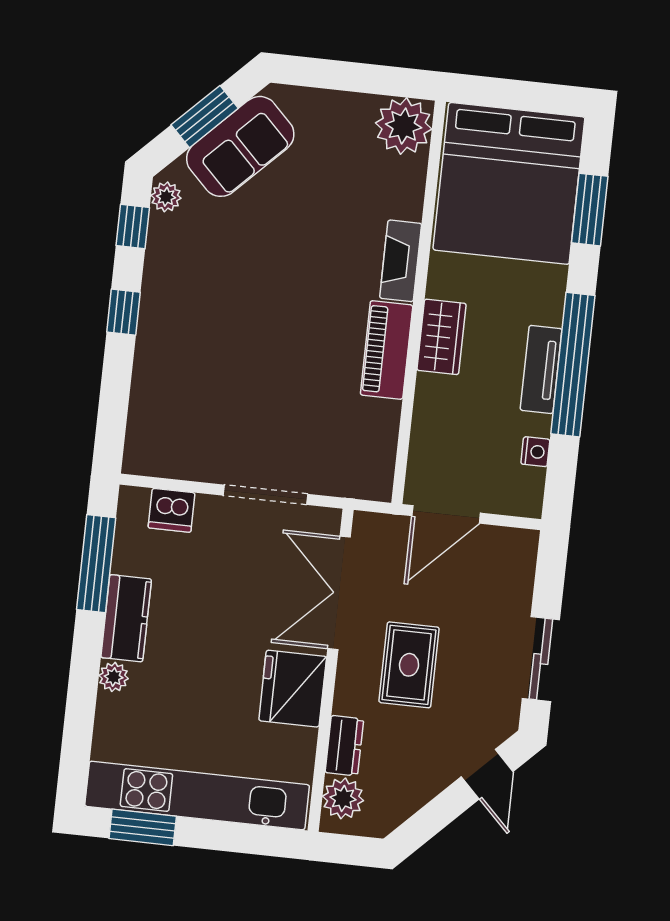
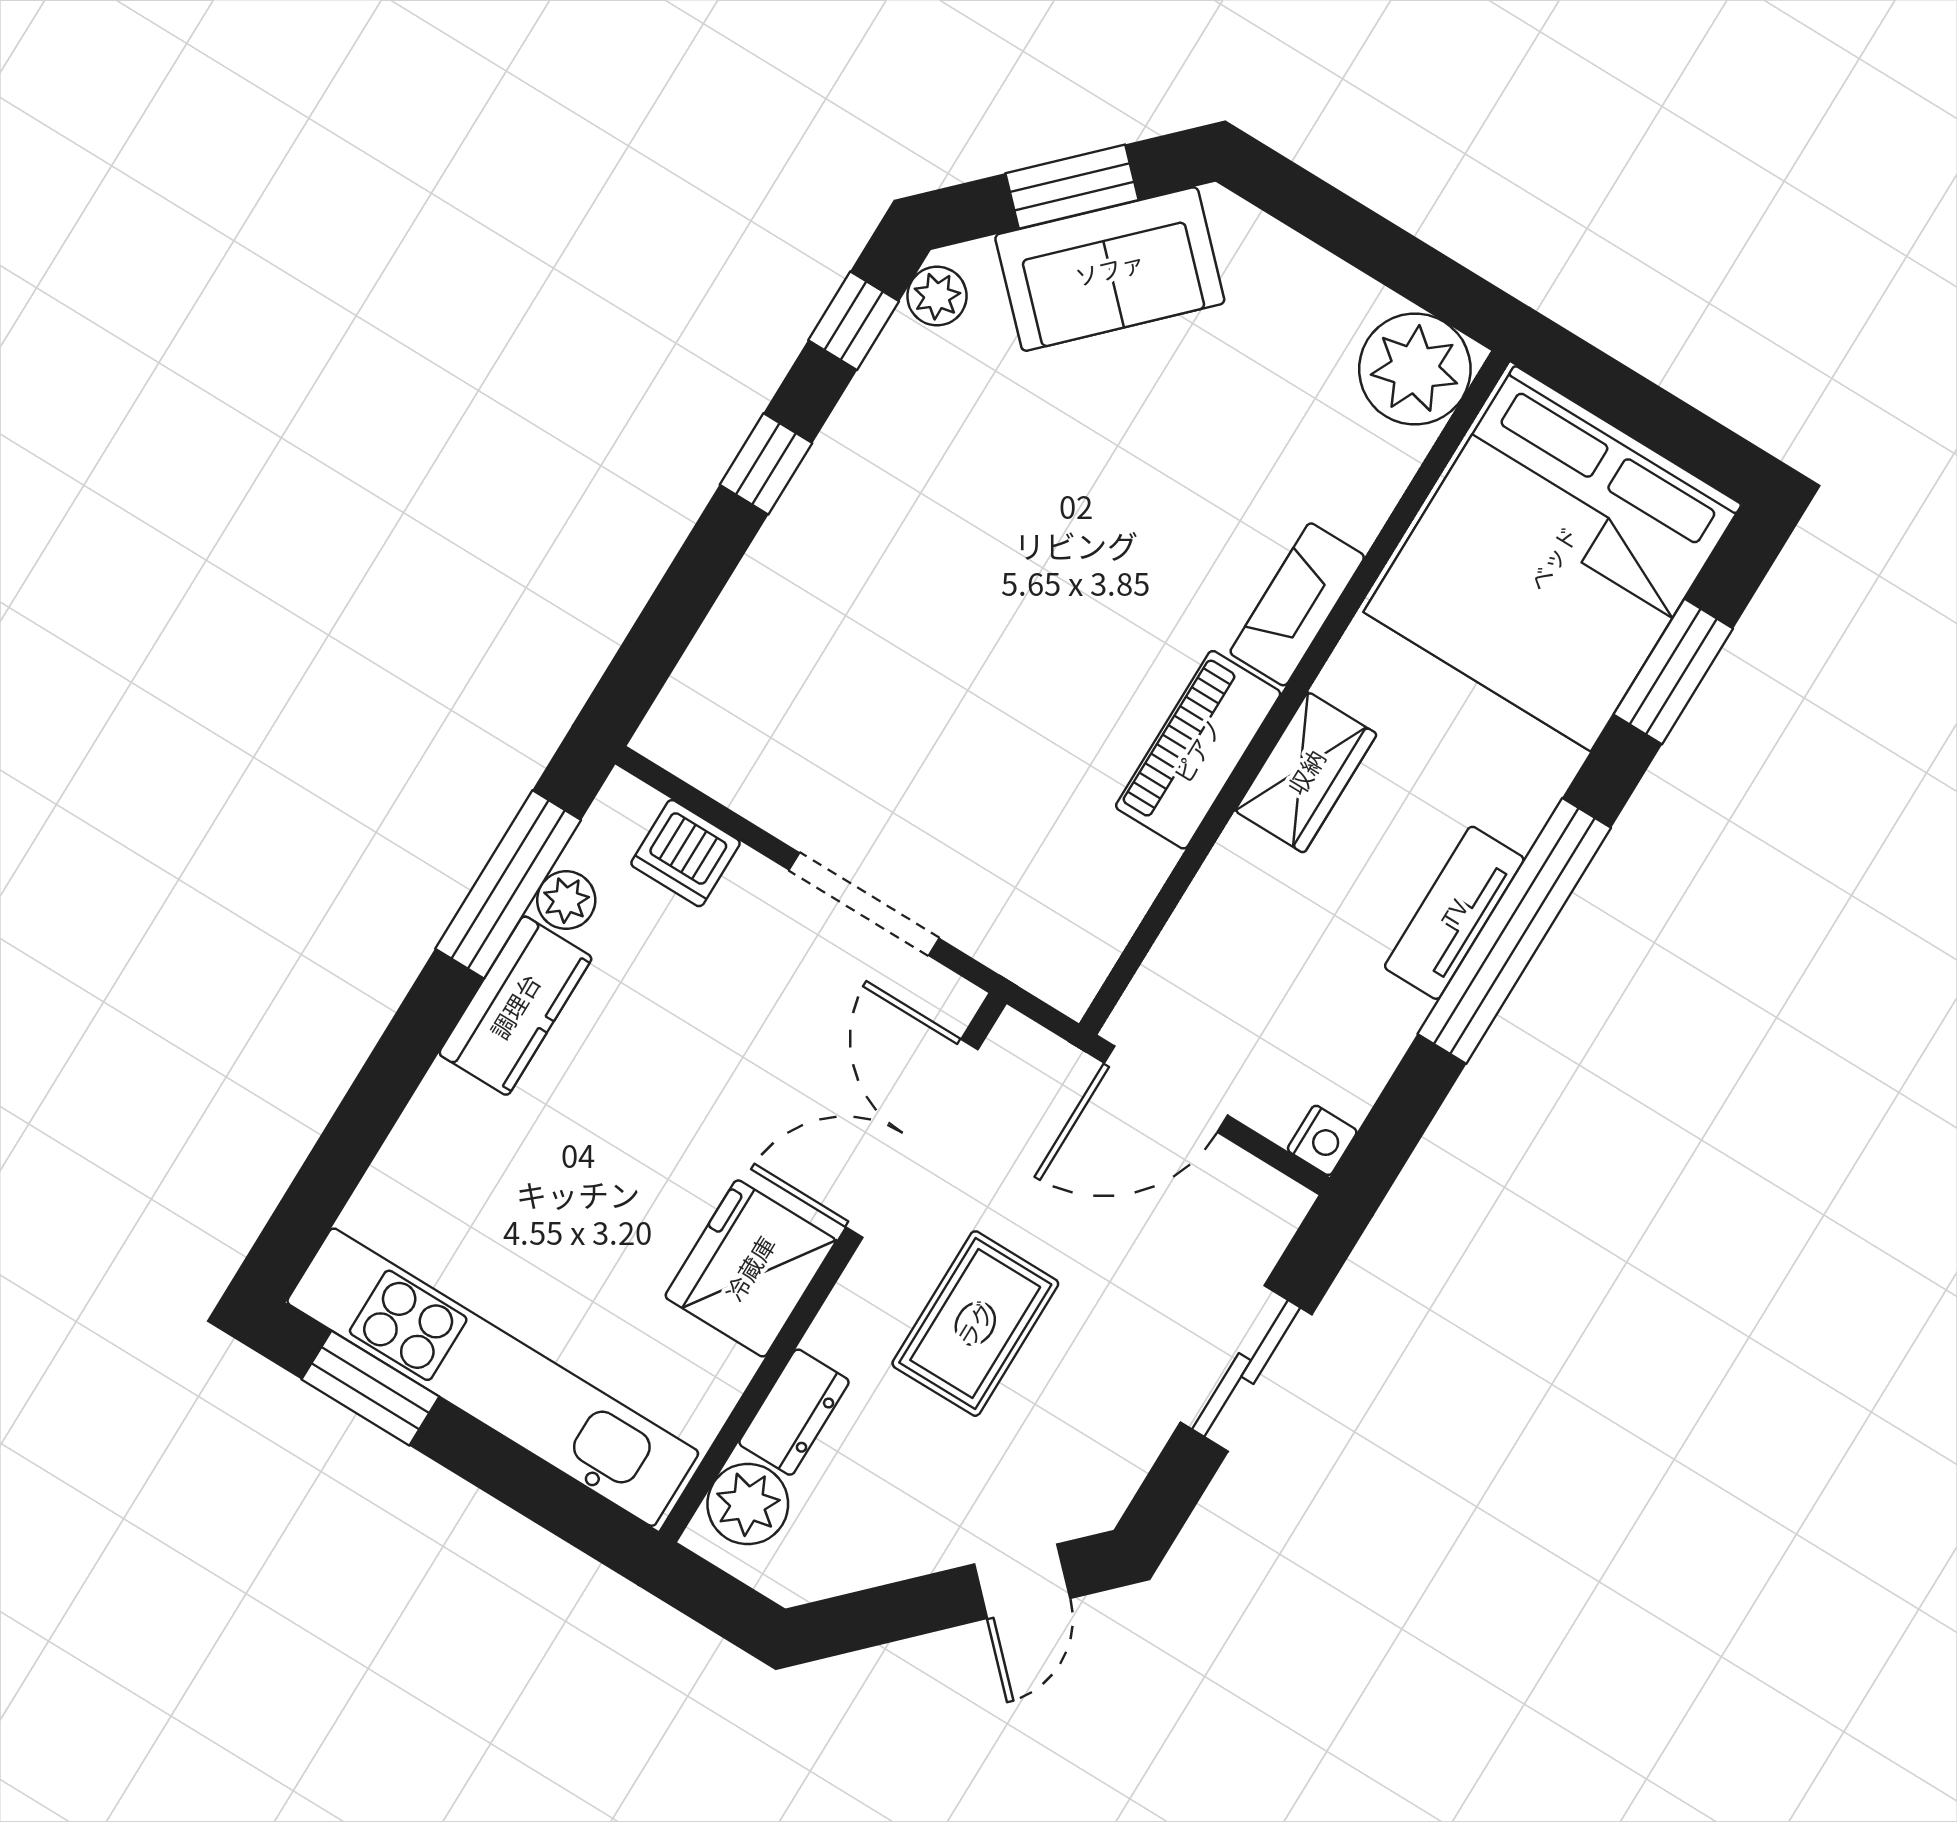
nightstand: (535, 452) -> (1322, 1140), moved
sliding door: (541, 659) -> (1246, 1368), moved
plant: (114, 677) -> (566, 900), moved

